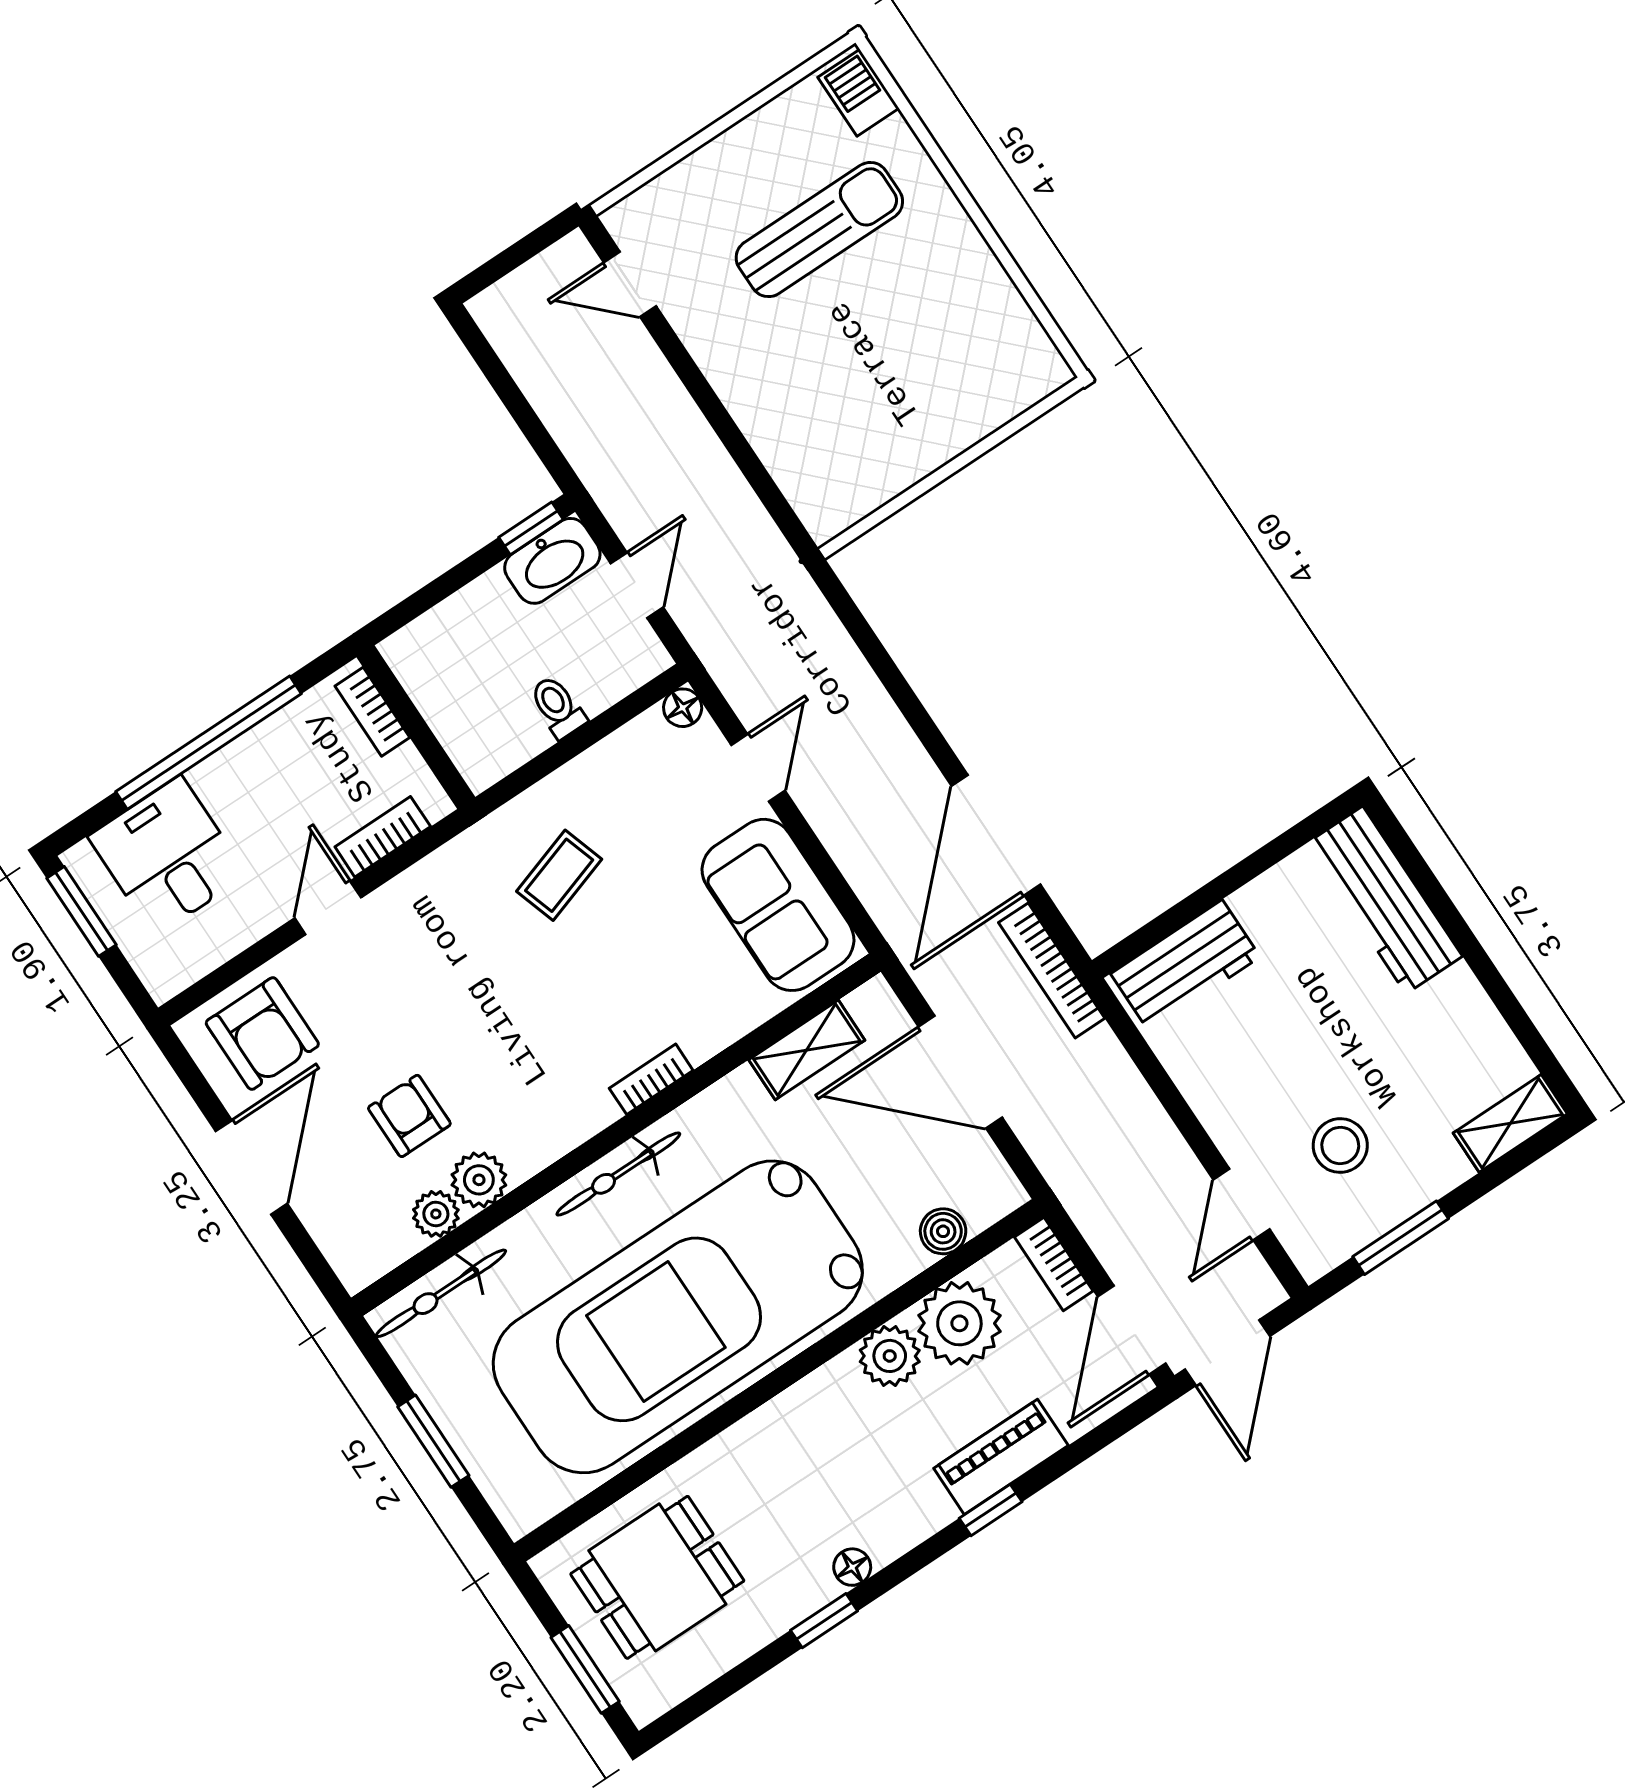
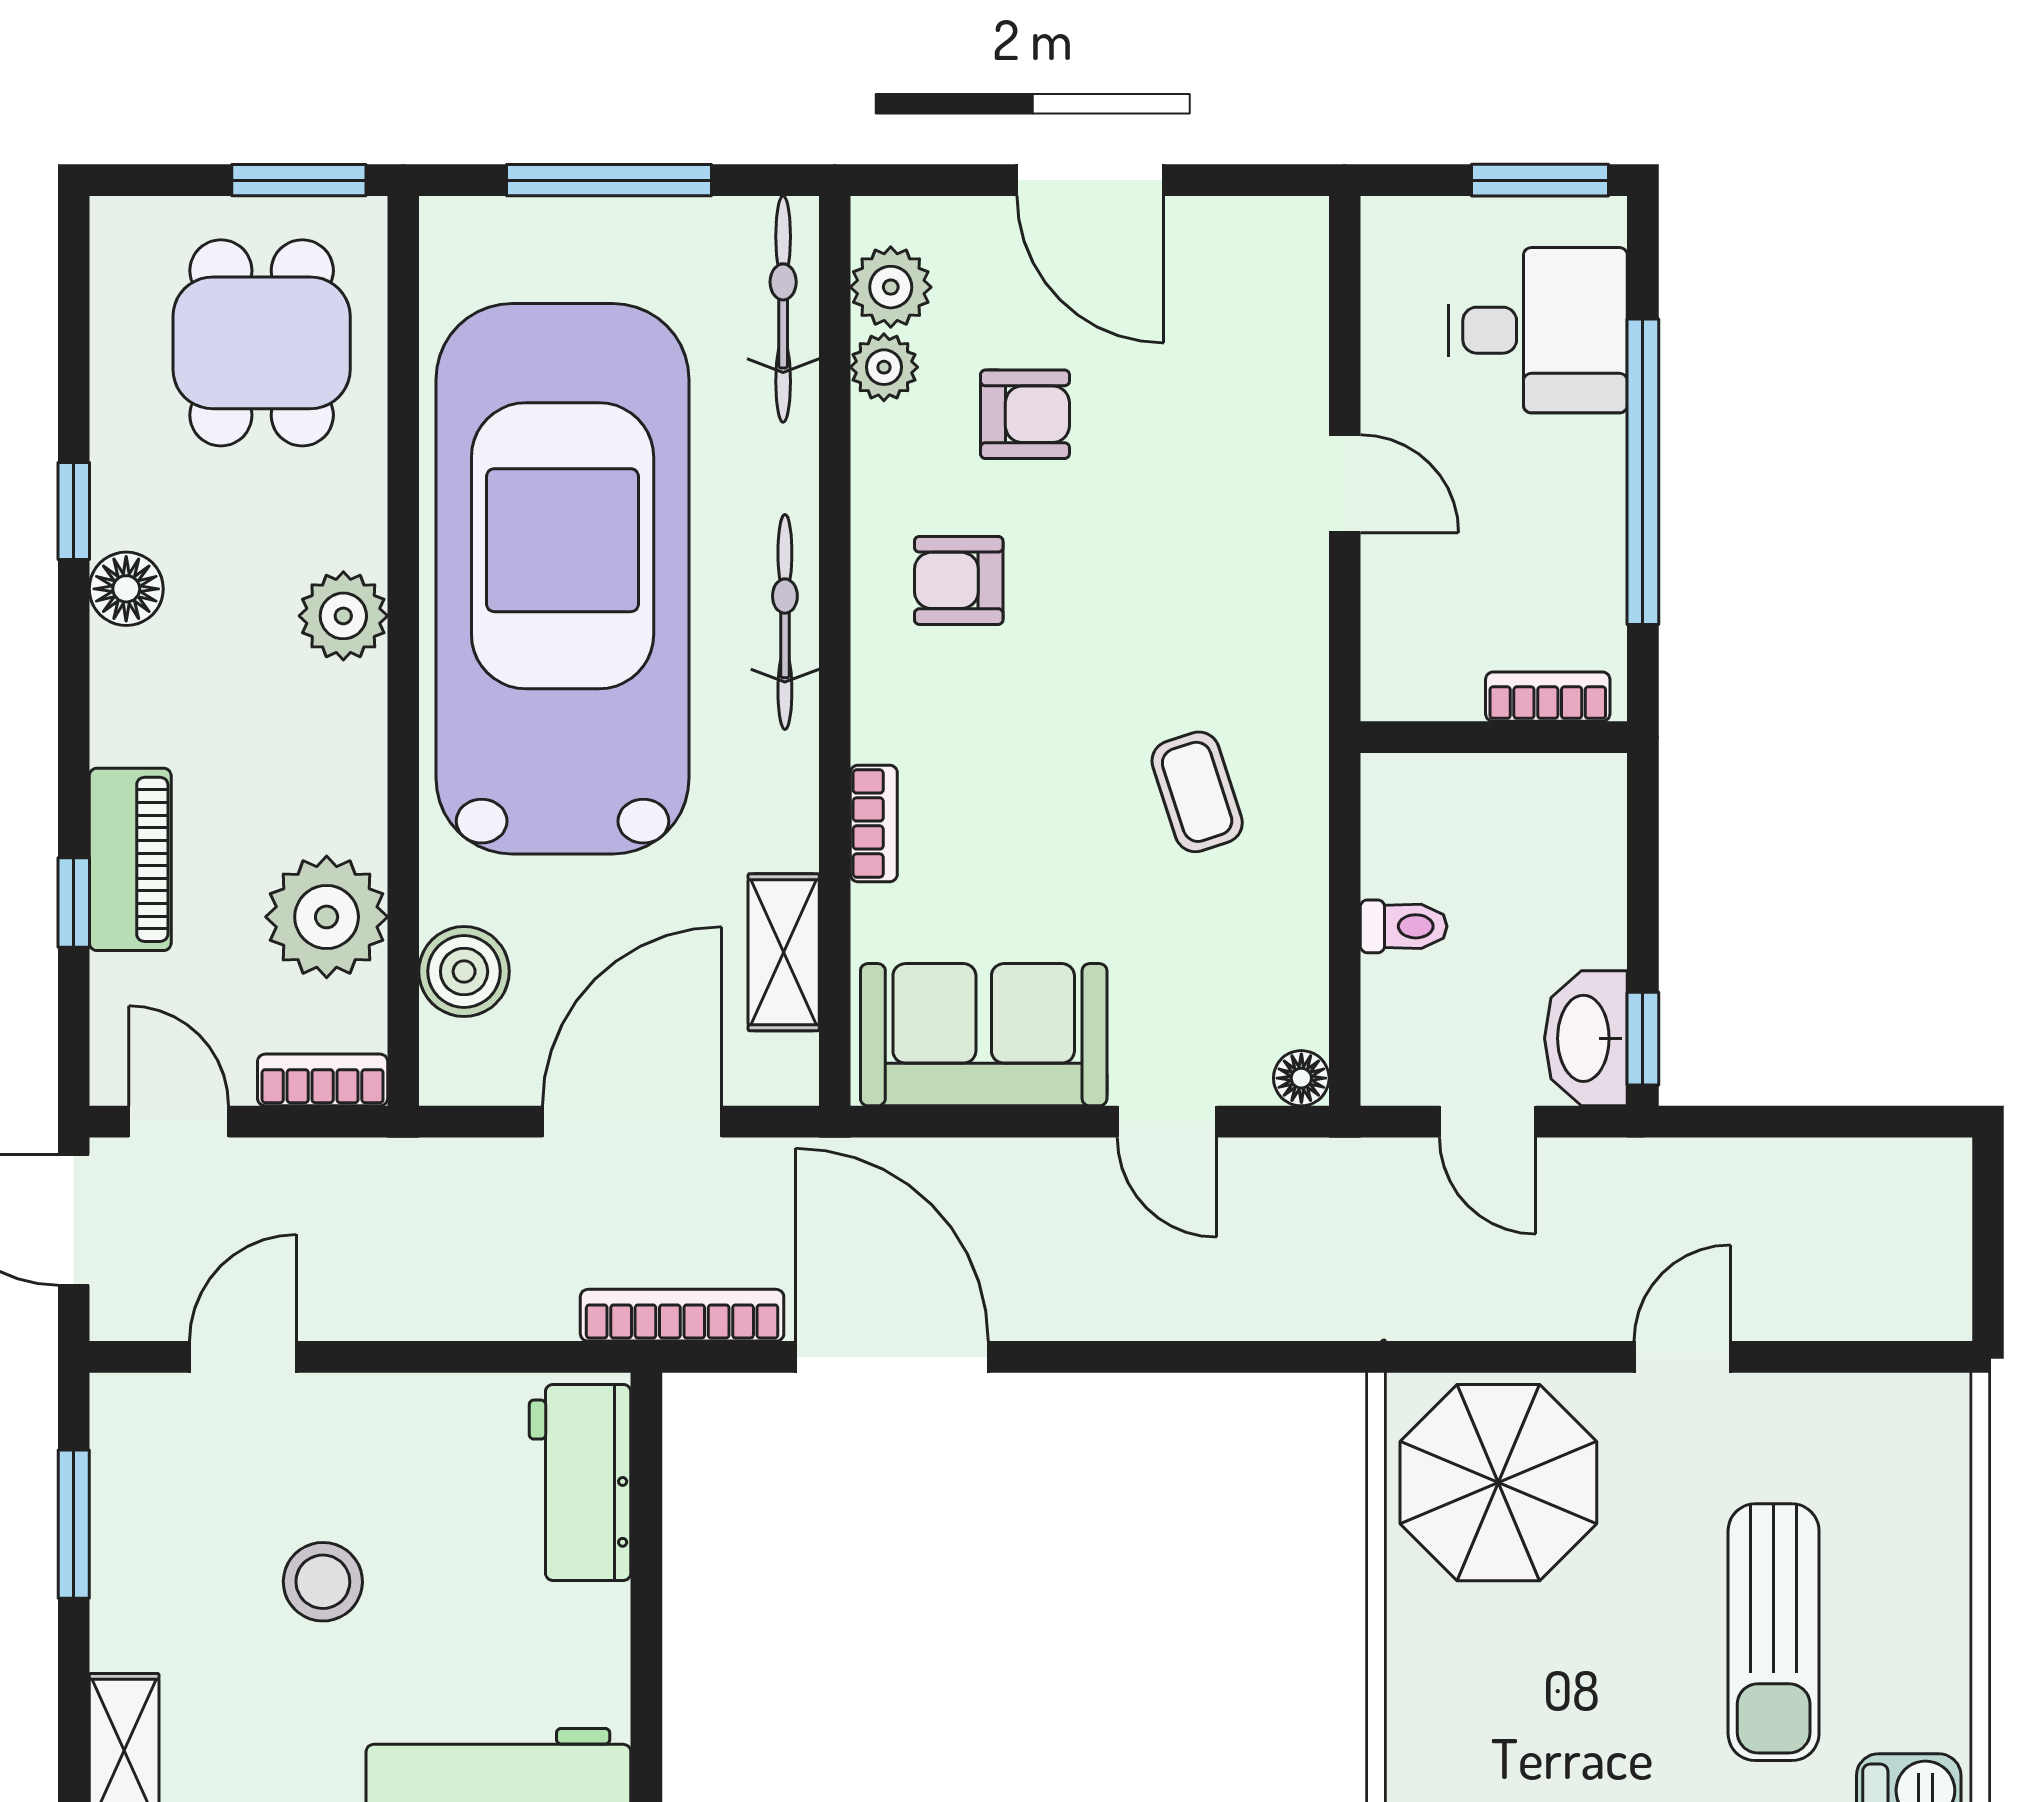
door: (630, 284) -> (1682, 1357), moved
parasol: (838, 443) -> (1498, 1483), added
bookcase: (383, 837) -> (1387, 608), removed
armchair: (262, 1034) -> (959, 580), moved, width x0.72, depth x0.72
bookcase: (651, 1079) -> (874, 823), moved
stool: (1340, 1146) -> (323, 1582), moved
plant: (479, 1180) -> (891, 287), moved
door: (1241, 1205) -> (243, 1357), hinge flipped
boiler: (943, 1231) -> (464, 971), width x1.36, depth x1.36
door: (1132, 1330) -> (179, 1122), width x0.73
plant: (890, 1356) -> (343, 616), moved
window: (433, 1441) -> (609, 180), width x1.44
window: (991, 1510) -> (74, 902), moved
floor lamp: (852, 1567) -> (126, 589), width x1.37, depth x1.37
window: (585, 1669) -> (299, 180), moved

